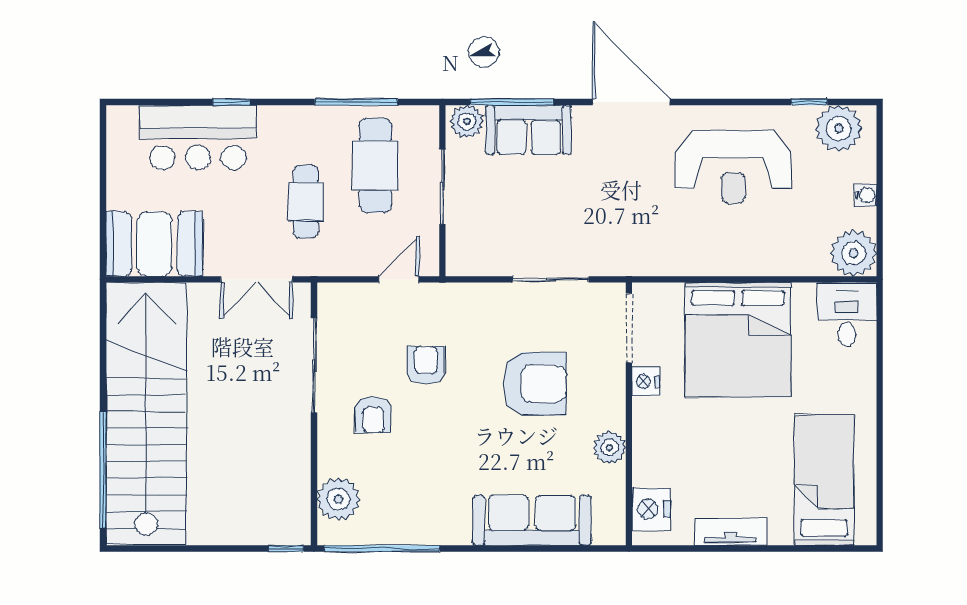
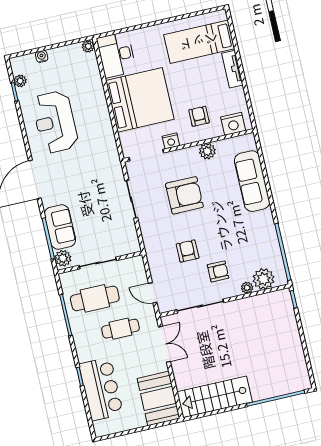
plant: (839, 128) -> (20, 81), width x0.53, depth x0.53
reception desk: (733, 167) -> (55, 122), turned 180
water cooler: (866, 195) -> (42, 56), moved
plant: (854, 253) -> (88, 46), width x0.53, depth x0.53
door: (399, 279) -> (153, 293), moved
desk: (847, 315) -> (116, 55), width x1.37
armchair: (426, 365) -> (188, 251), turned 90
armchair: (535, 384) -> (184, 195), turned 90
stairs: (146, 414) -> (215, 397), width x0.54, depth x0.66
armchair: (681, 447) -> (199, 116), added
plant: (329, 464) -> (247, 288), added
tv unit: (731, 532) -> (232, 69), moved

